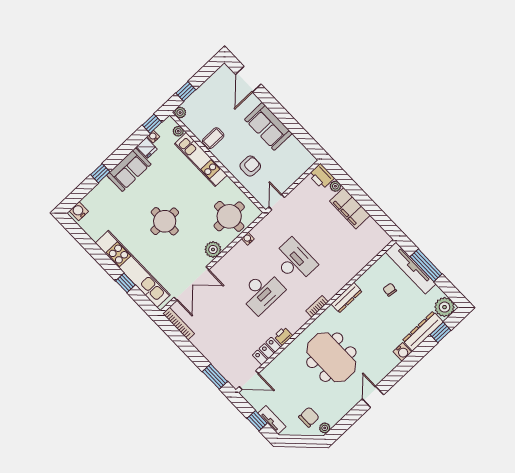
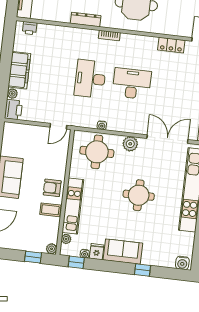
armchair: (250, 166) -> (52, 188), moved
printer: (283, 336) -> (30, 28), moved

